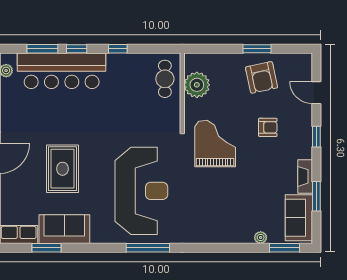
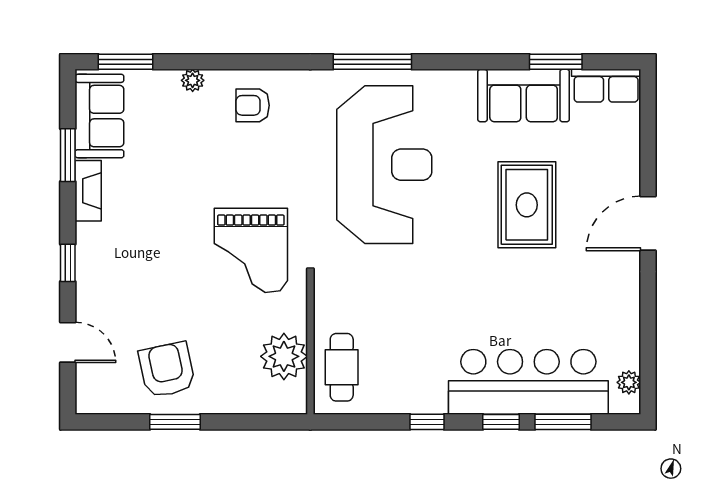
armchair: (268, 127) -> (253, 105), moved
reception desk: (141, 191) -> (384, 165), turned 180
plant: (261, 237) -> (193, 80), moved

